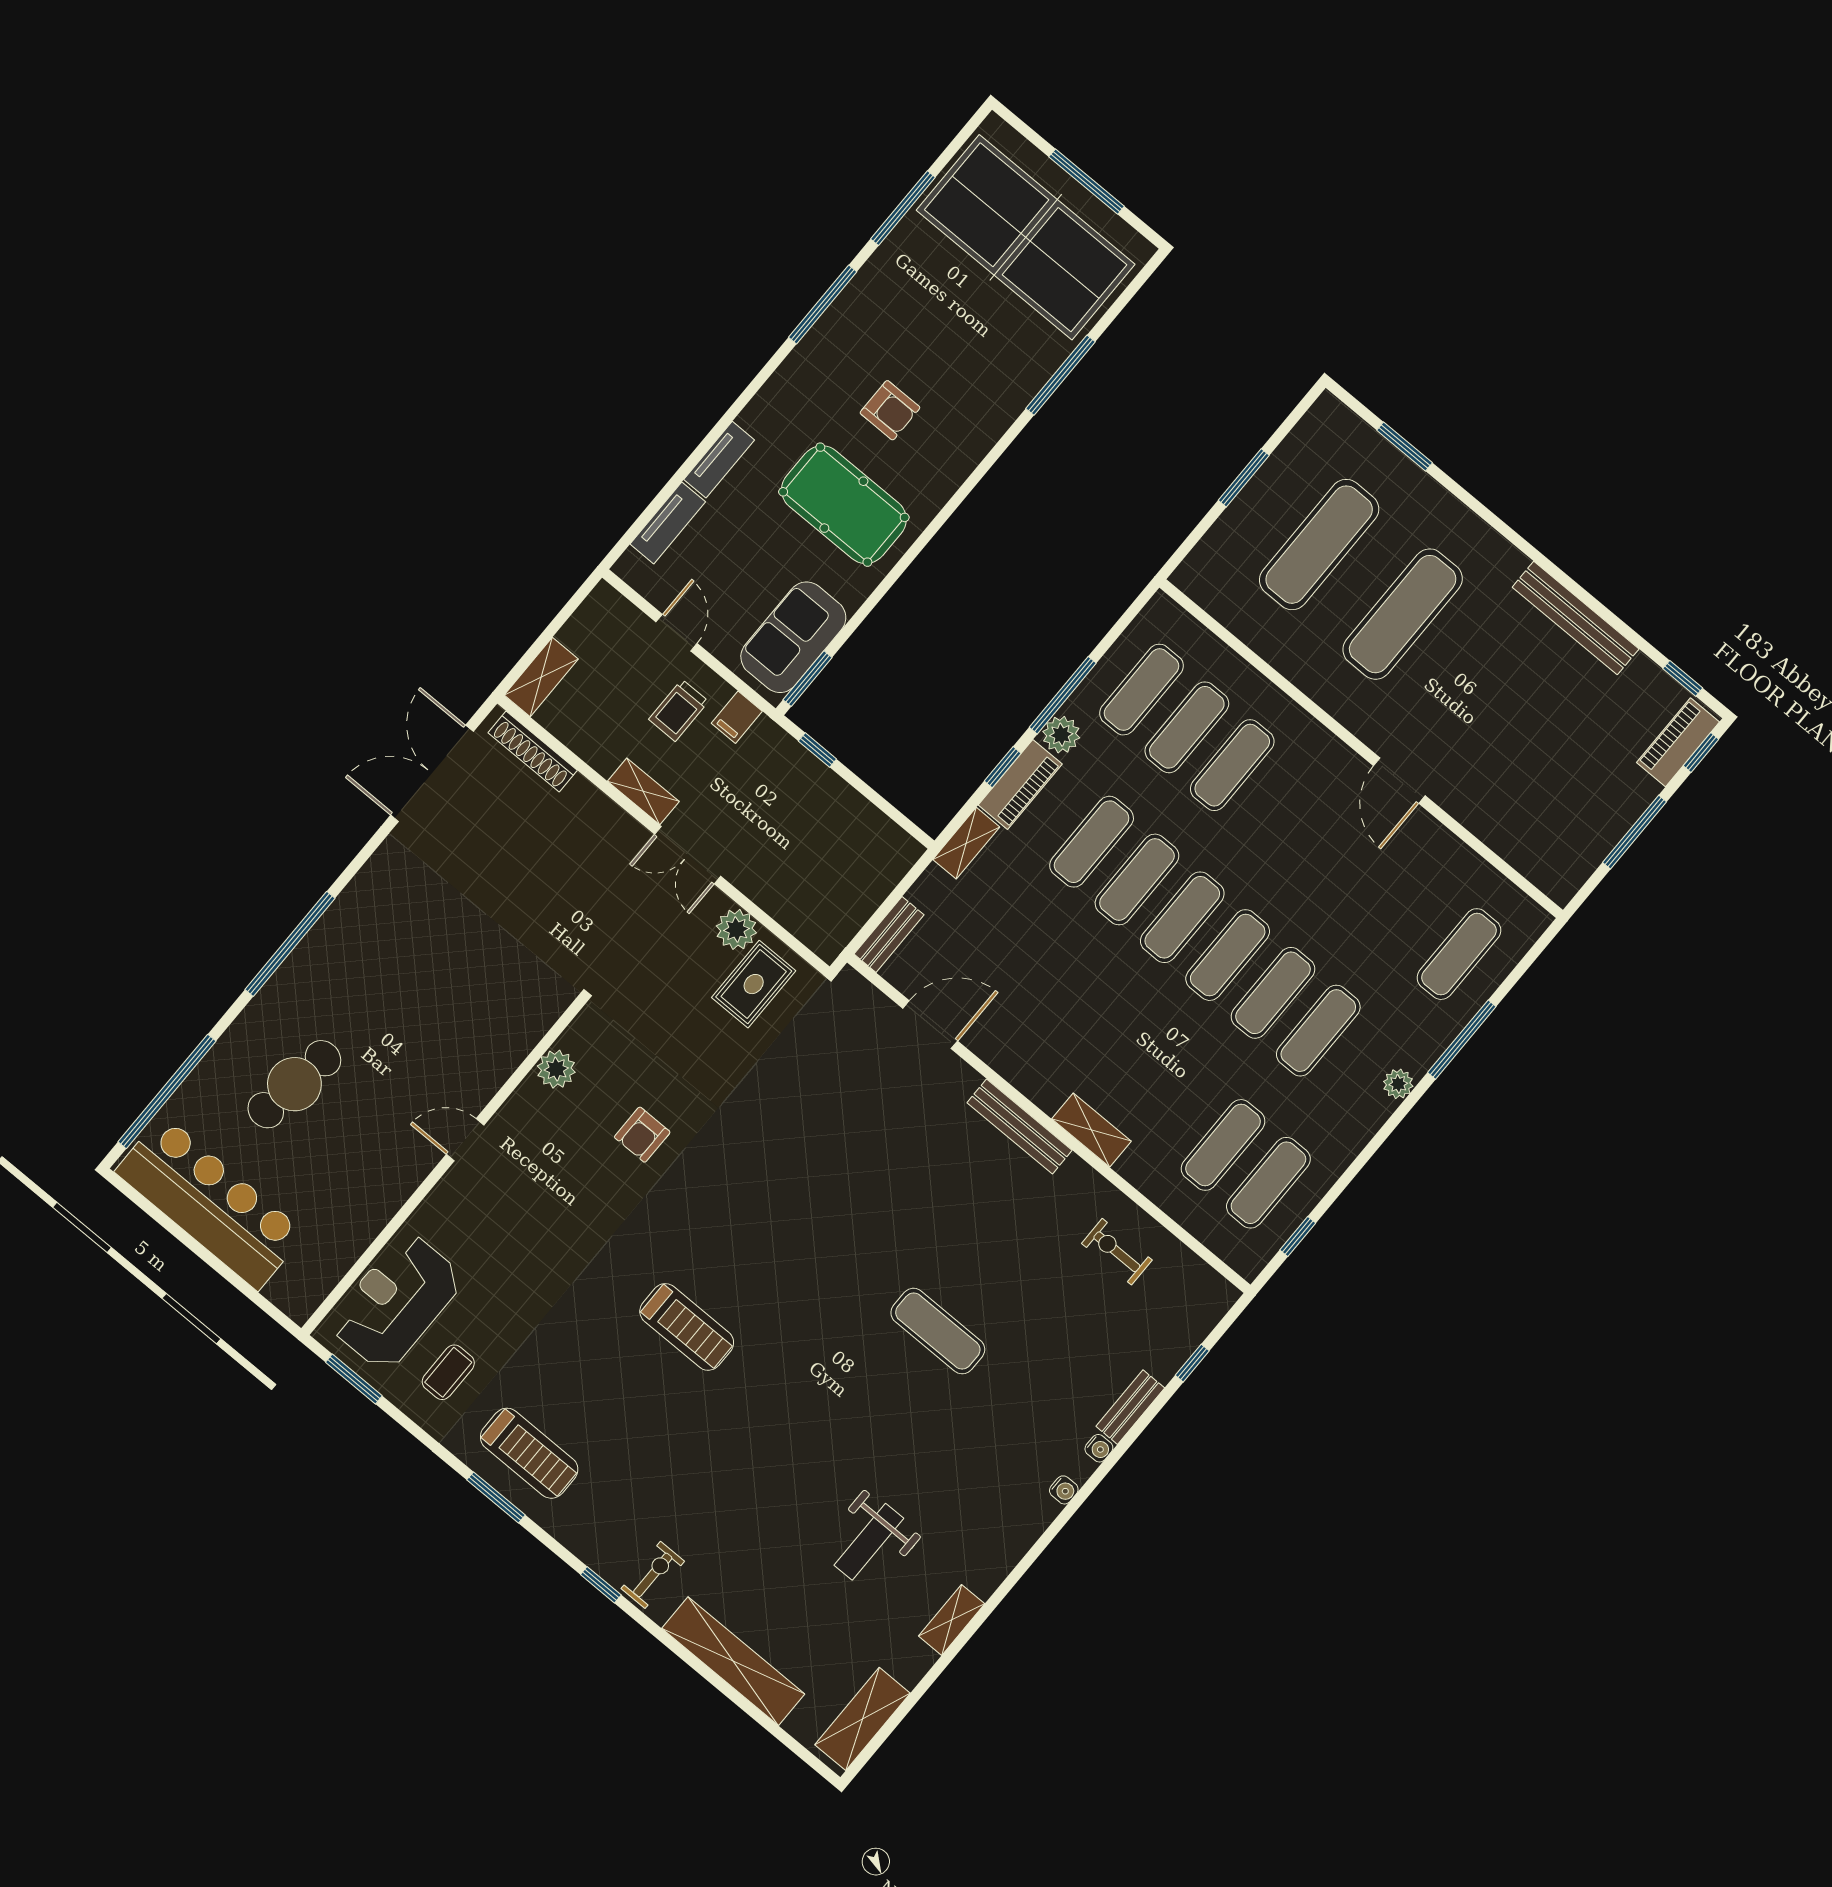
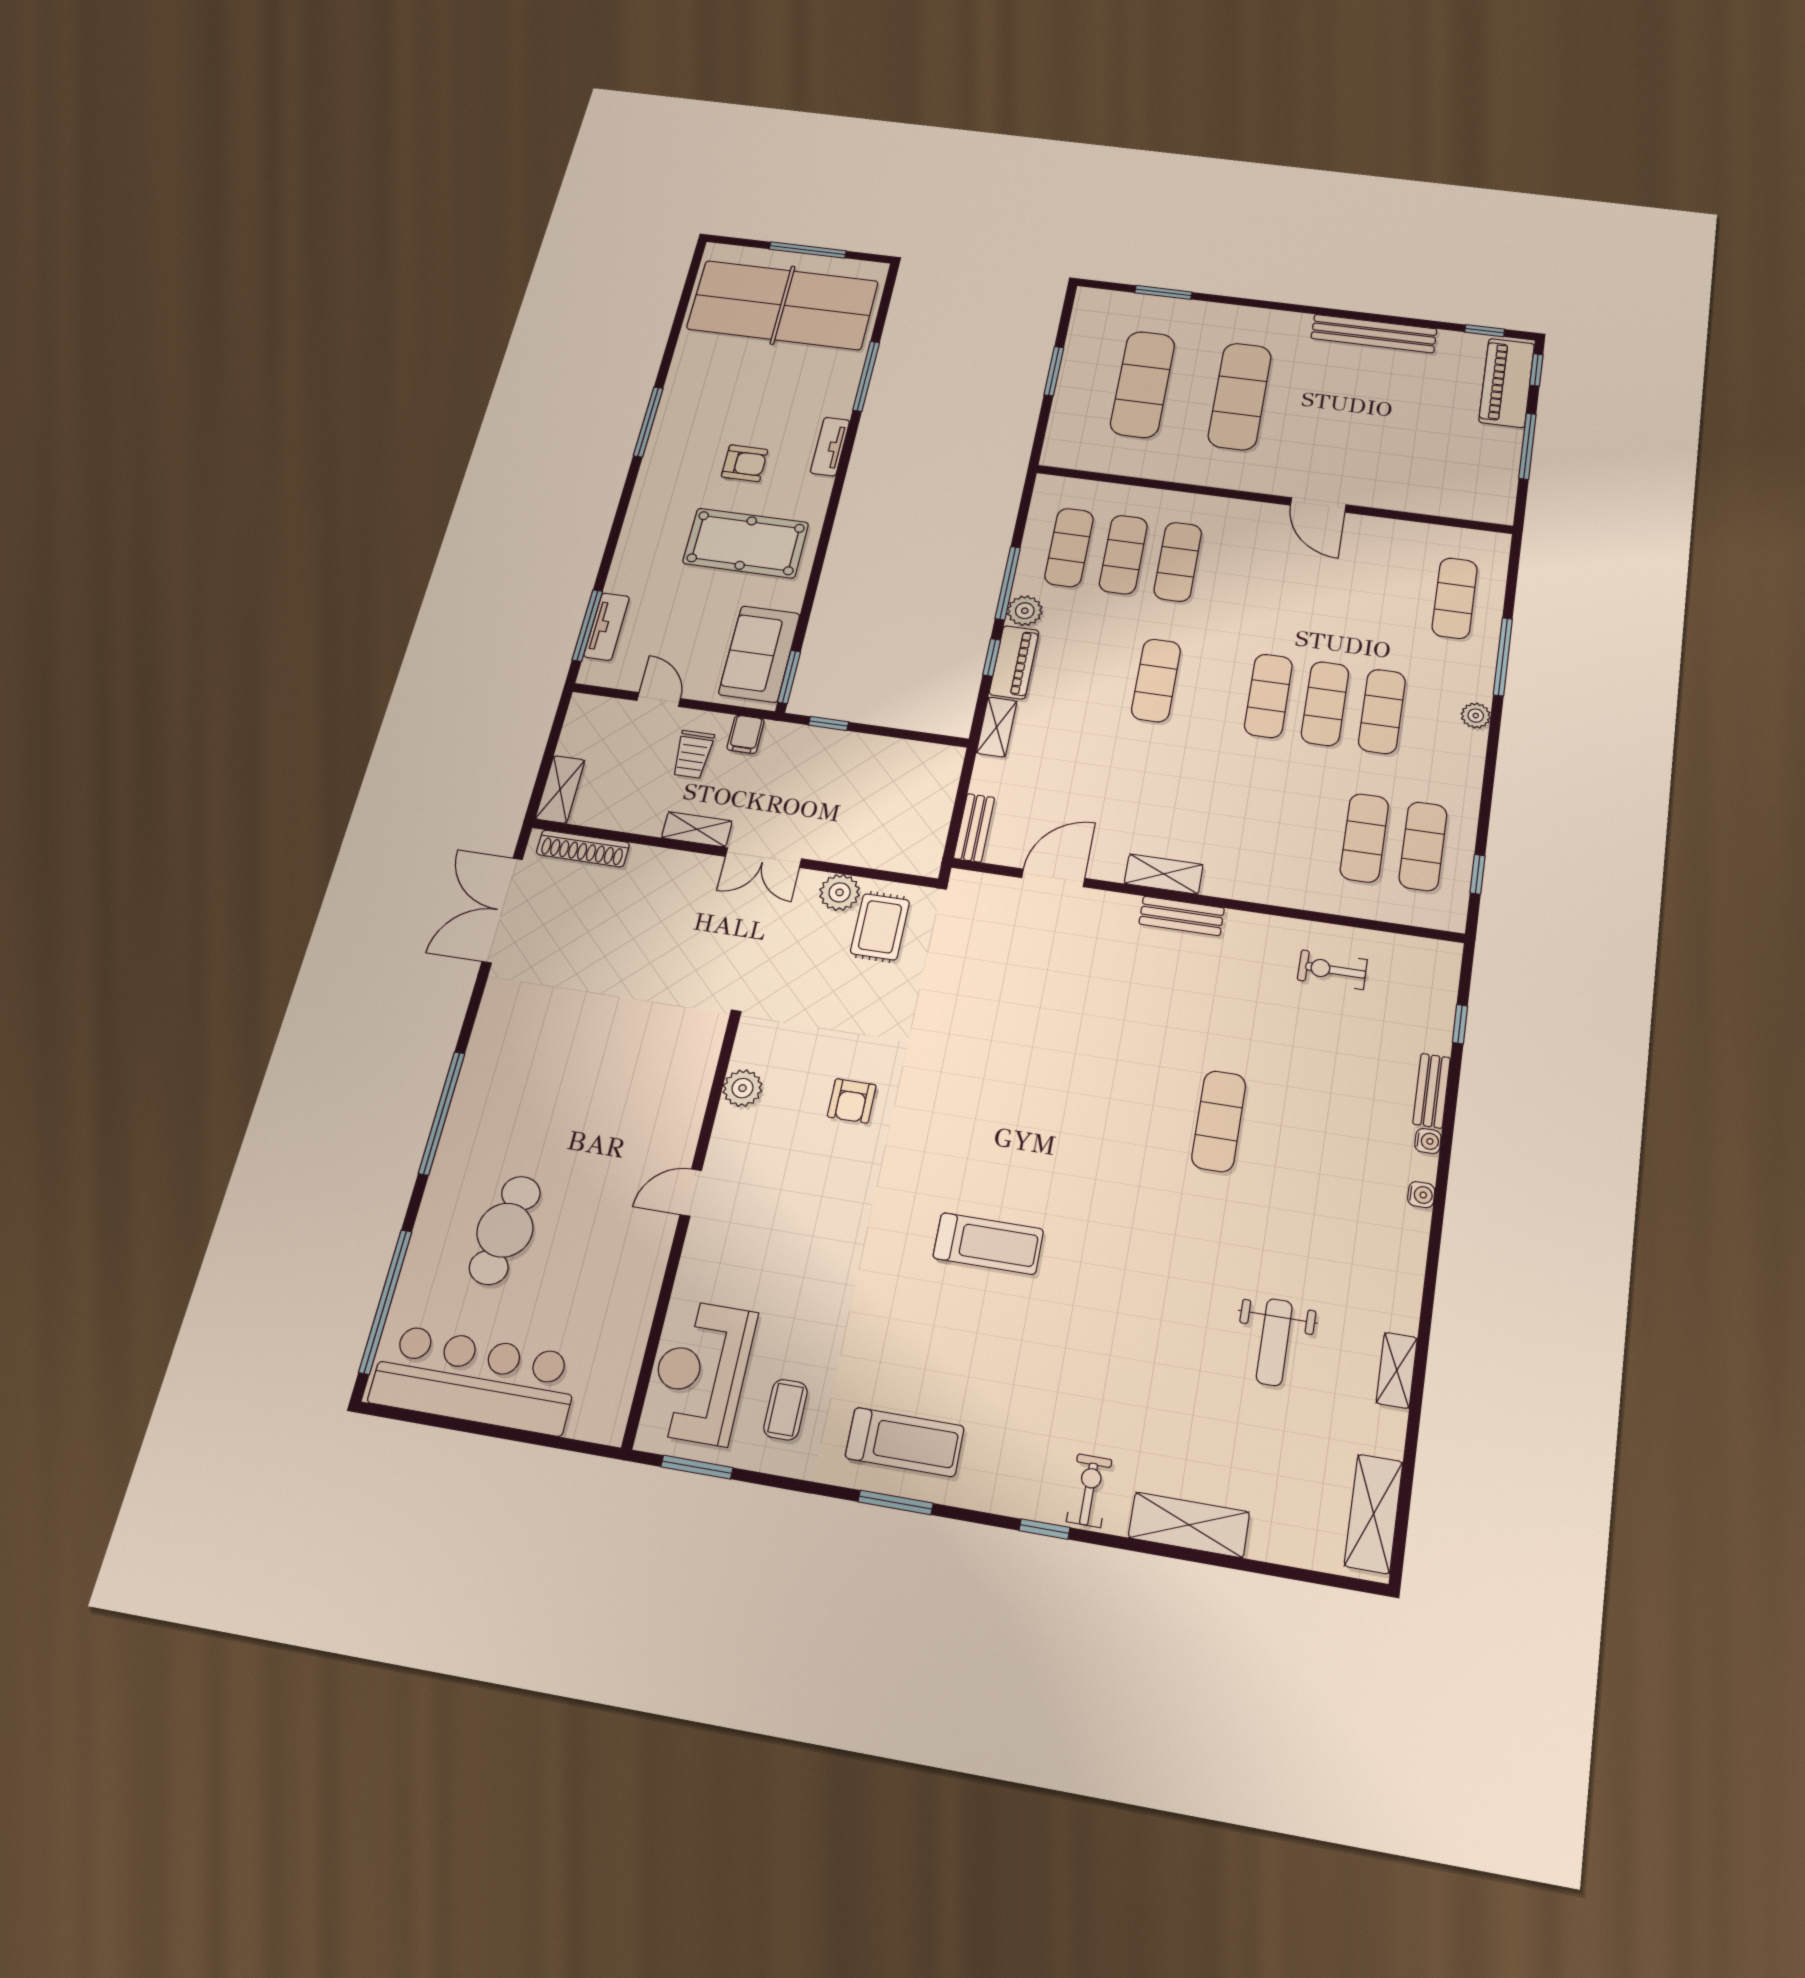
window: (903, 208) -> (587, 625), moved
tv unit: (719, 460) -> (830, 447), moved, turned 180
piano: (1678, 742) -> (1507, 383), width x1.37, depth x1.33
exercise mat: (1092, 842) -> (1100, 673), removed
exercise mat: (1182, 917) -> (1212, 688), removed
bench: (1020, 1126) -> (1182, 916), width x0.73
shelving: (1091, 1130) -> (1164, 874), moved
exercise mat: (938, 1331) -> (1219, 1121), turned 90
shelving: (733, 1661) -> (1189, 1525), width x0.68

